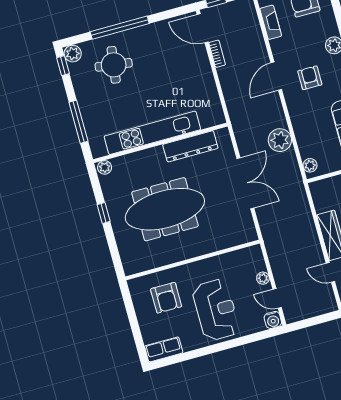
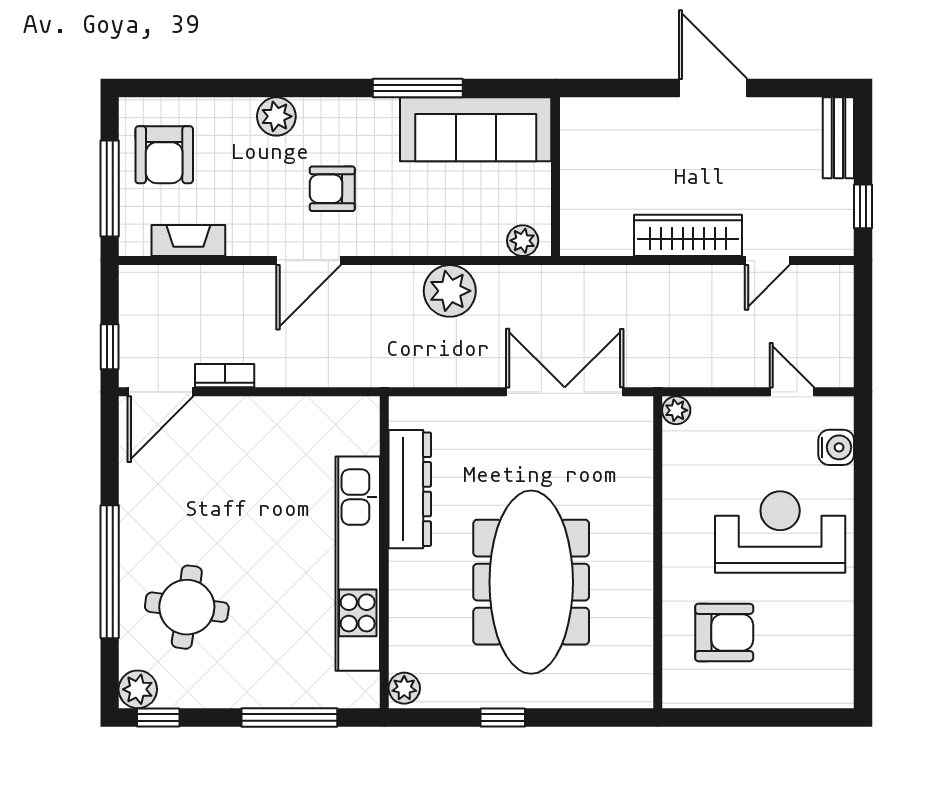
door: (276, 76) -> (309, 261), hinge flipped
double door: (245, 183) -> (565, 392), moved
plant: (263, 278) -> (676, 410), moved
door: (277, 298) -> (792, 392), swing flipped
water cooler: (273, 320) -> (836, 447), moved
row of seats: (164, 349) -> (835, 669), removed

